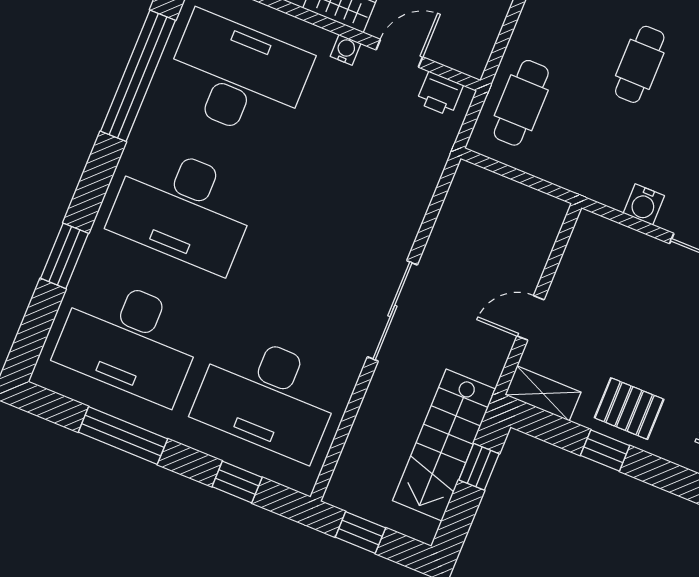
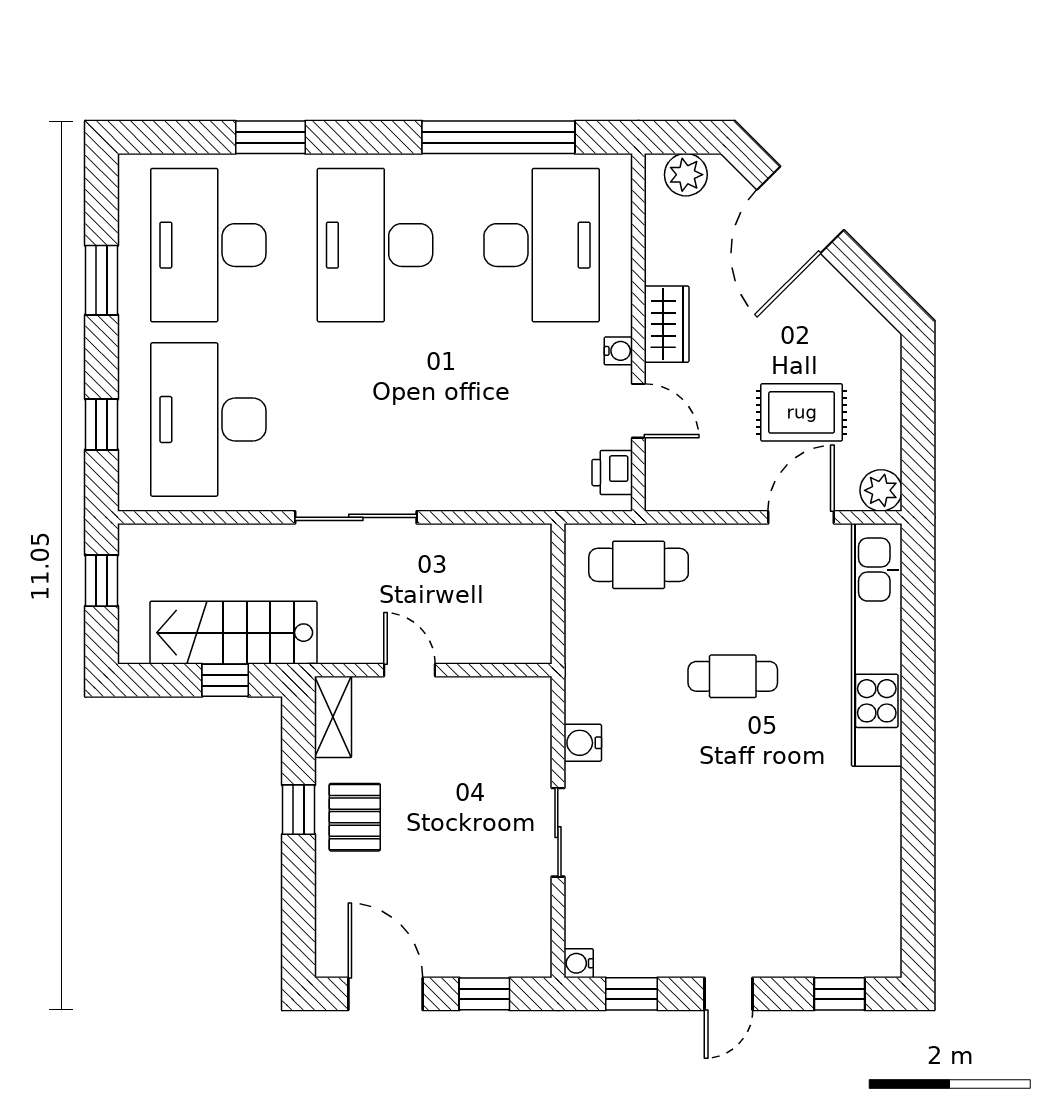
window: (123, 435) -> (102, 280), width x0.69

